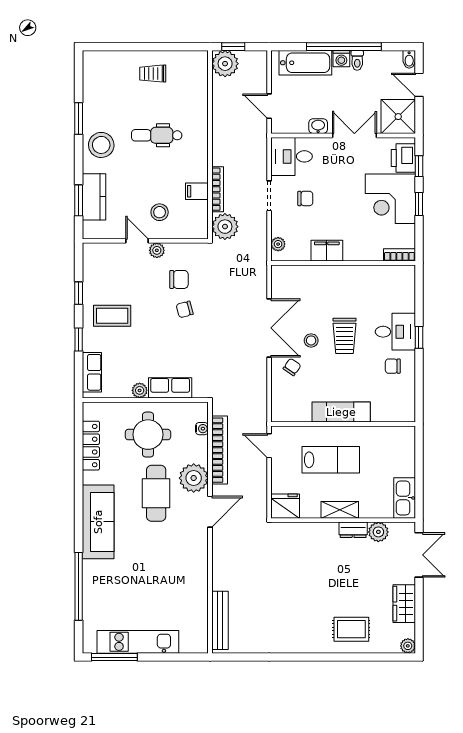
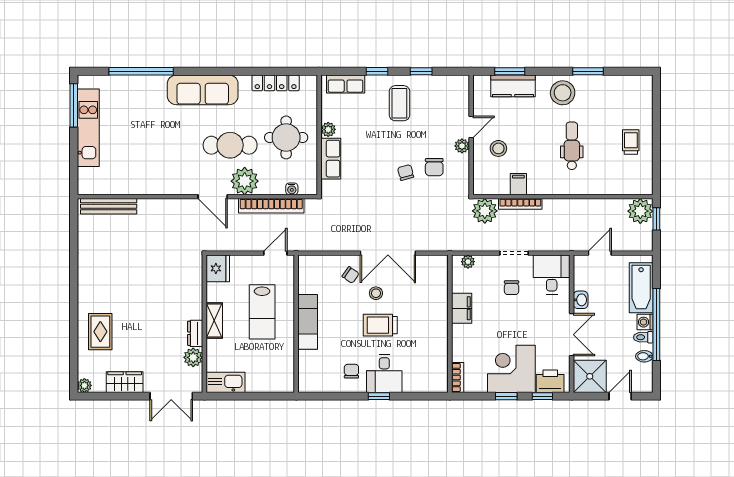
bidet: (409, 59) -> (644, 356), moved

